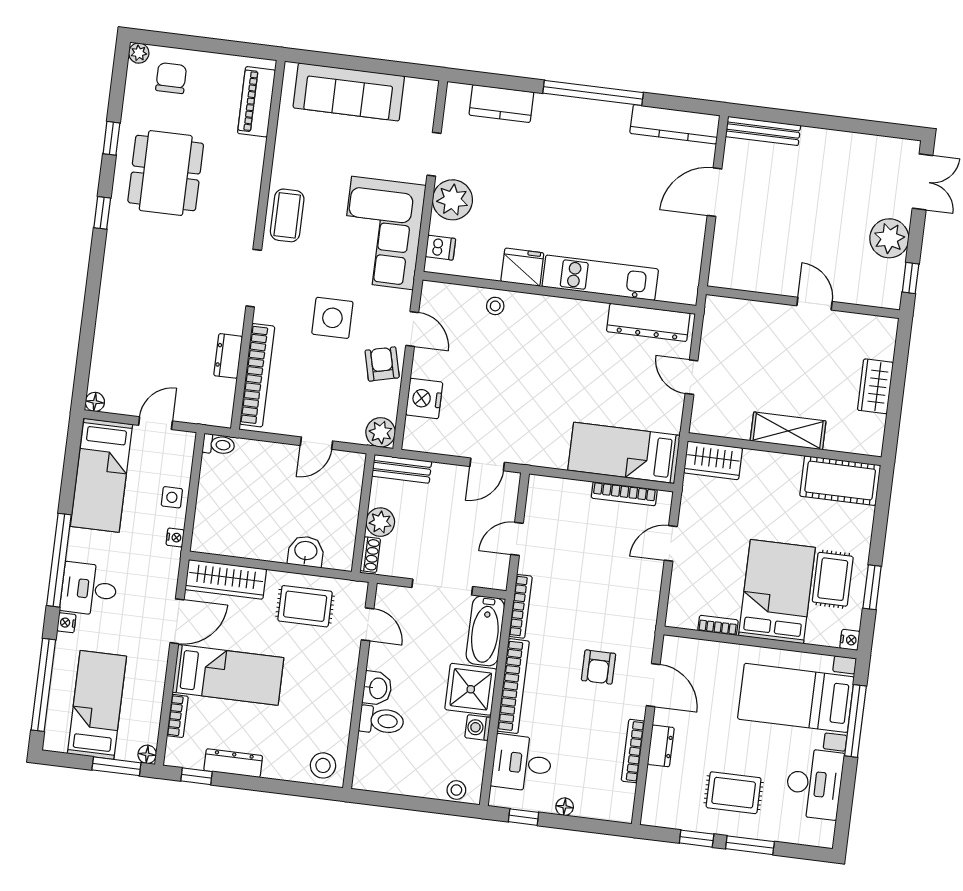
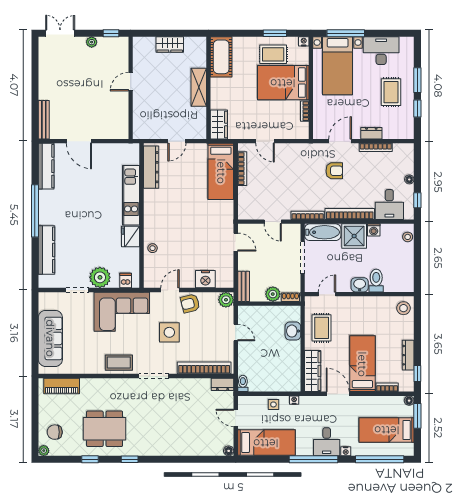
kitchen counter: (501, 104) -> (47, 250), width x1.50
plant: (889, 238) -> (92, 42), width x0.53, depth x0.53
dresser: (228, 356) -> (223, 384), moved

